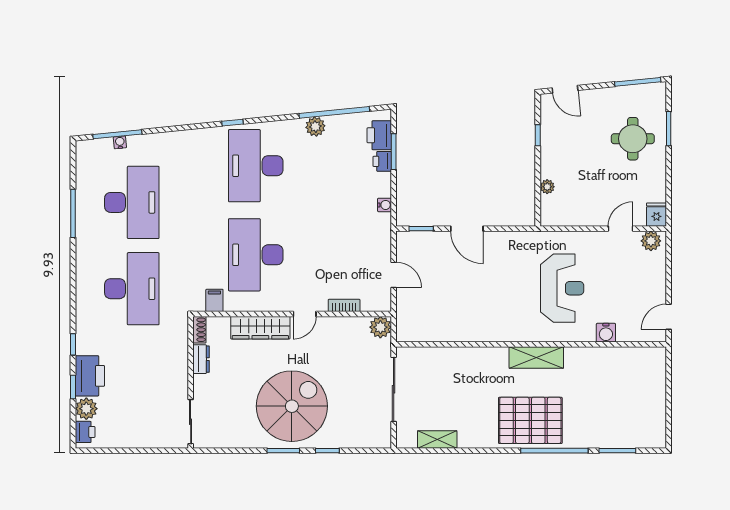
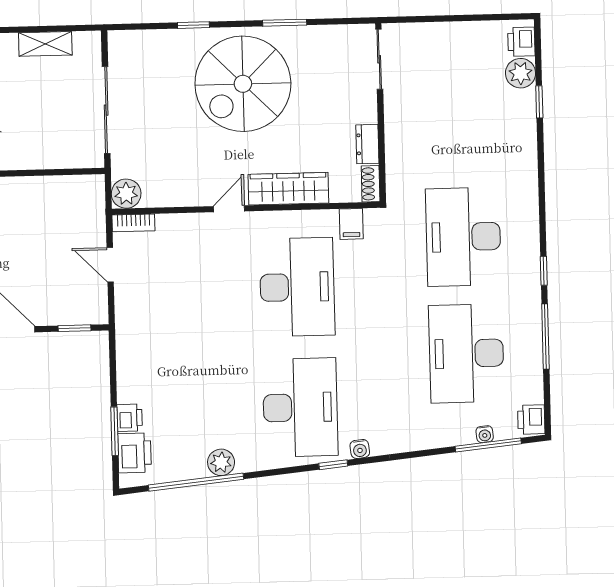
water cooler: (385, 205) -> (360, 449), moved, turned -96
bookcase: (344, 305) -> (133, 223), moved
window: (73, 344) -> (544, 271), moved
printer: (90, 376) -> (531, 419), moved, width x0.53, depth x0.68
window: (283, 451) -> (285, 23), moved

